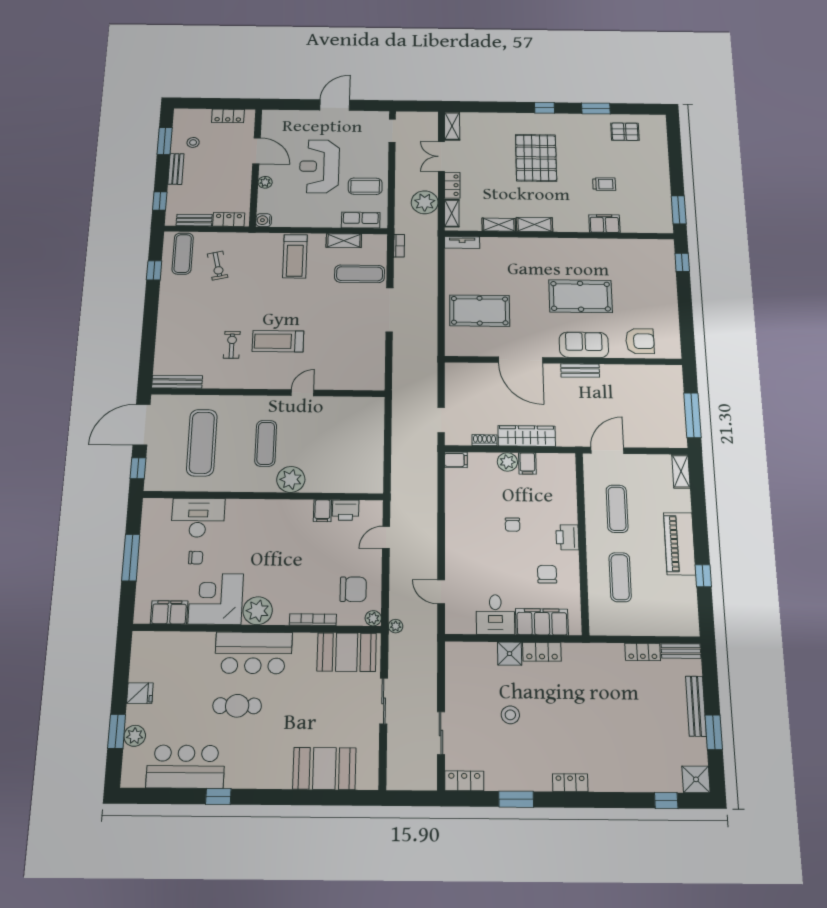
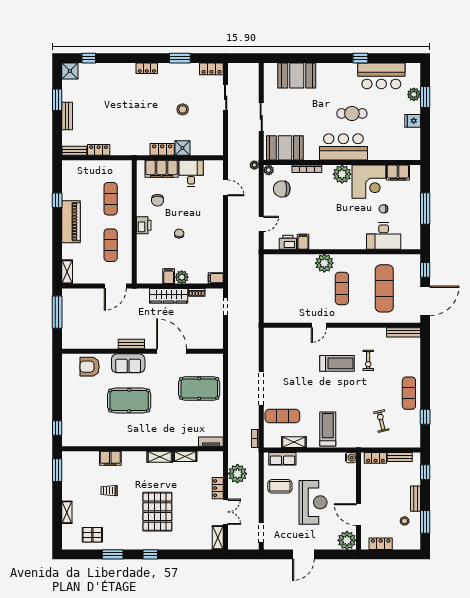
plant: (265, 182) -> (347, 540), moved, width x1.88, depth x1.88
shelving: (452, 213) -> (67, 512), moved
exercise mat: (183, 254) -> (409, 393), moved
bench: (696, 706) -> (67, 116), width x0.73

